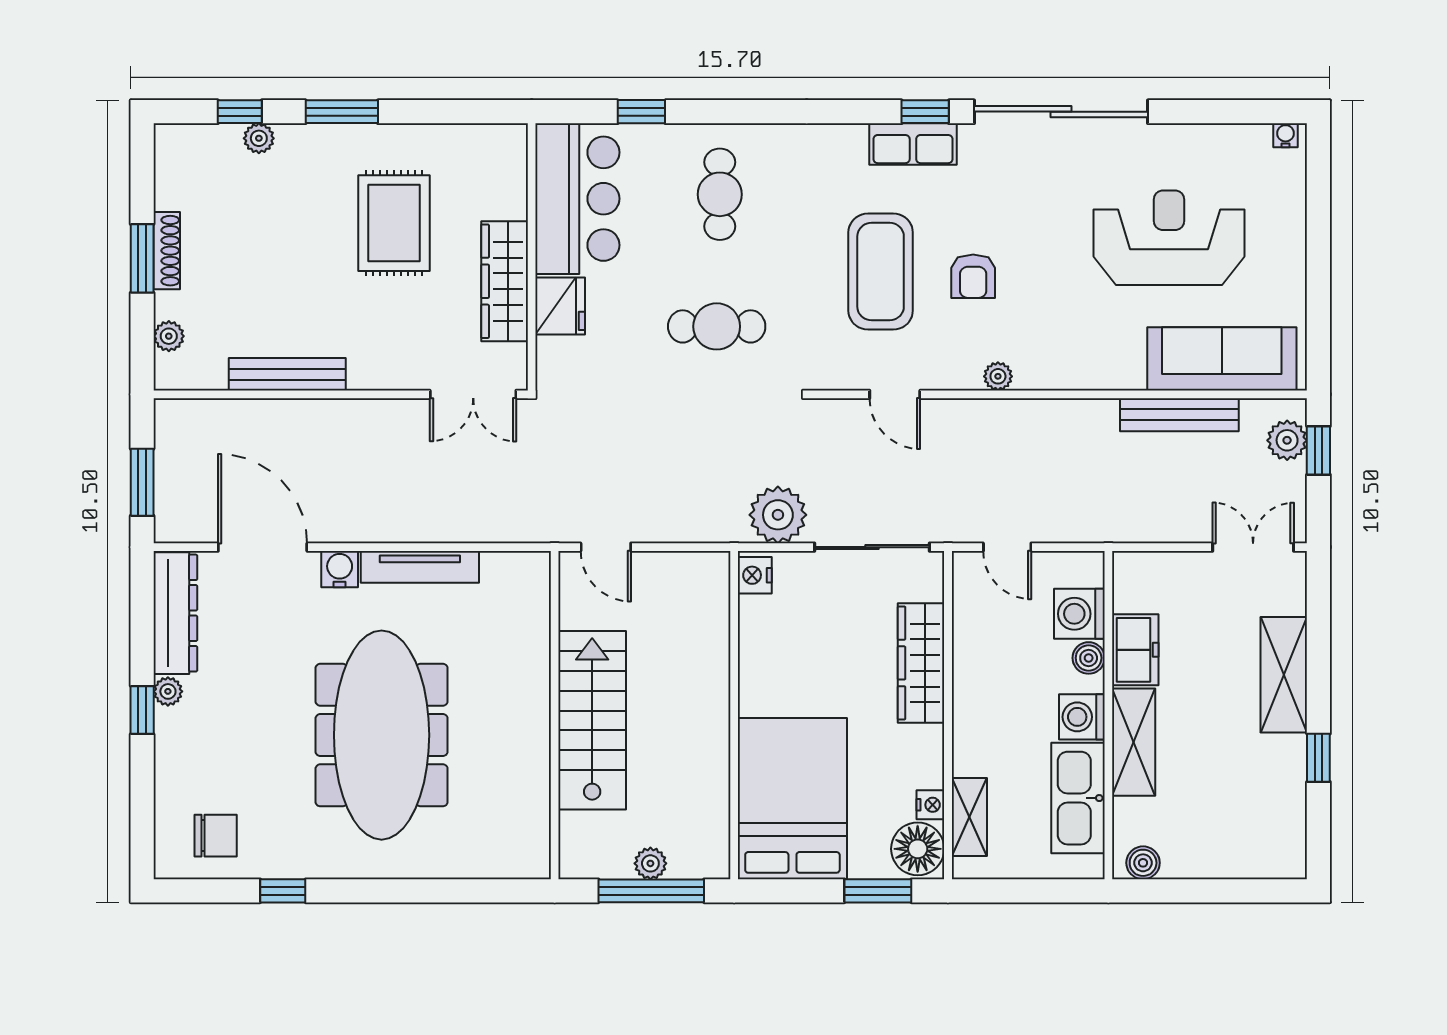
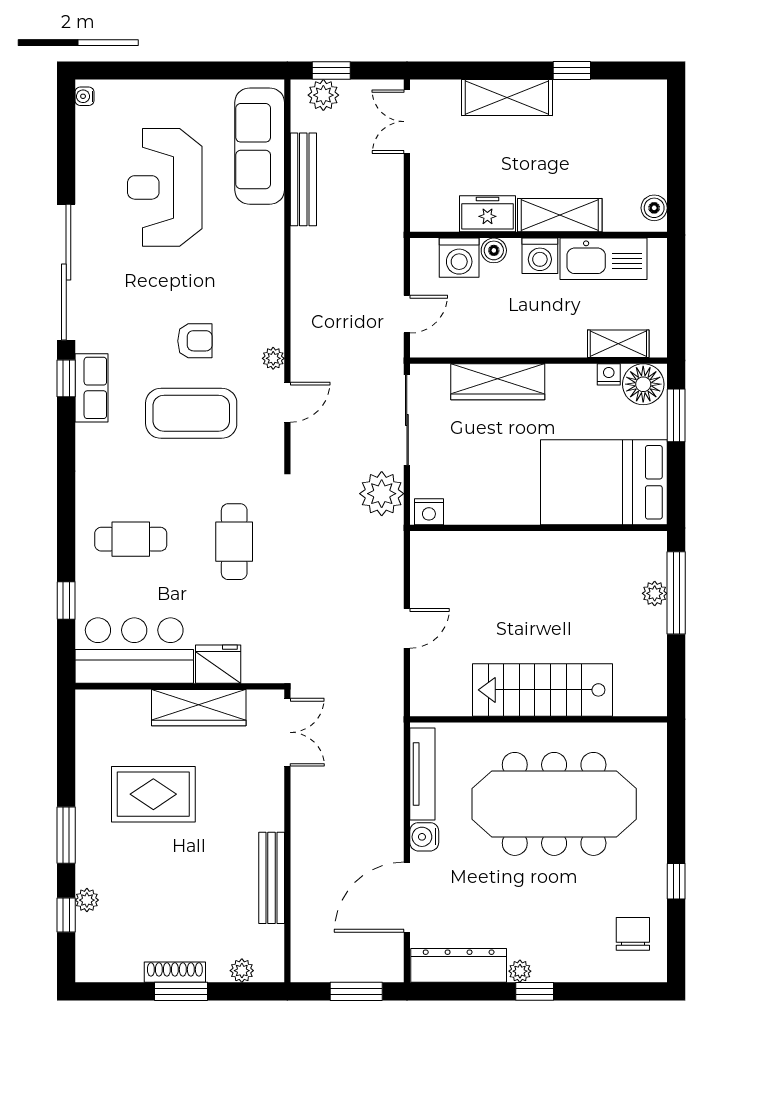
plant: (998, 376) -> (273, 358), moved
wall: (555, 715) -> (539, 719), moved
stairs: (592, 720) -> (543, 690), moved

